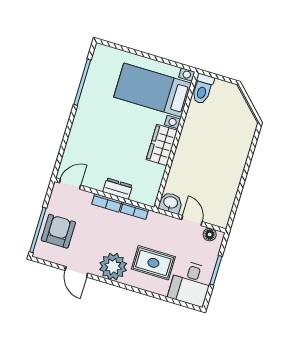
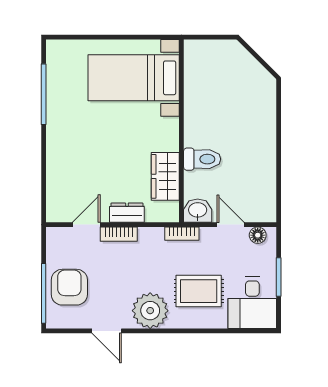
toilet: (203, 89) -> (202, 159), moved, turned -90
wardrobe: (162, 145) -> (165, 176), moved
door: (70, 184) -> (86, 225), moved
bookcase: (134, 211) -> (182, 234), moved

